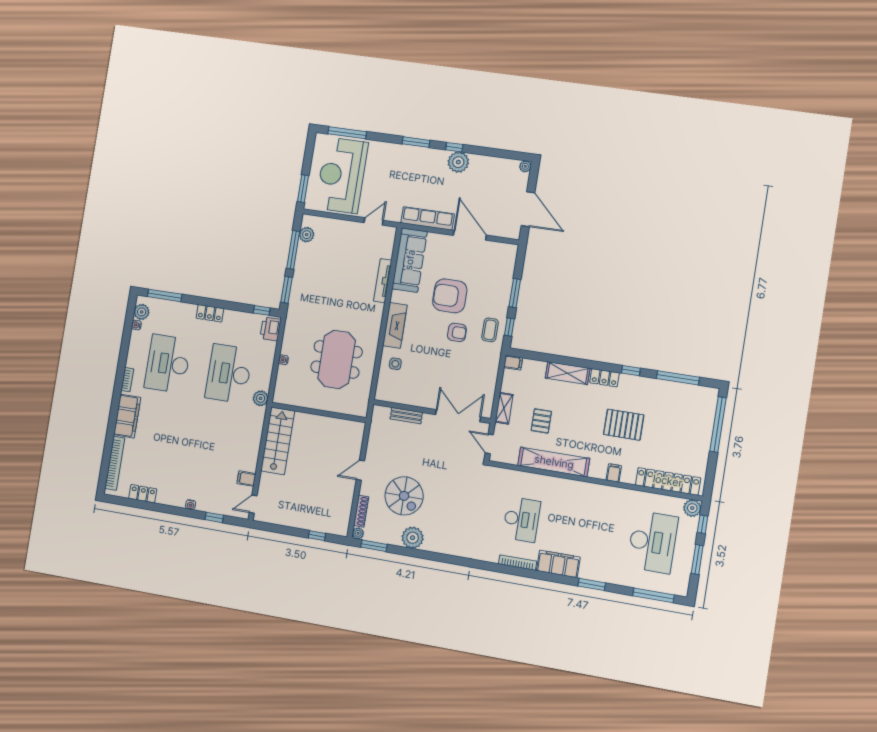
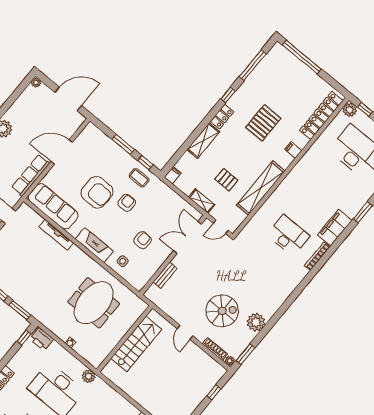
armchair: (450, 296) -> (97, 192), turned -90
meeting table: (337, 359) -> (94, 303), turned 90
armchair: (428, 371) -> (143, 240), added
stairs: (278, 441) -> (136, 344), moved, turned 90

